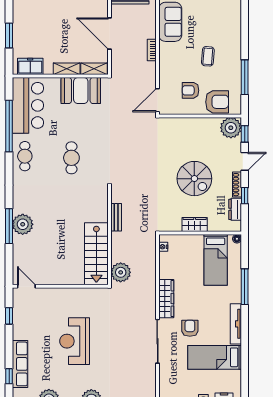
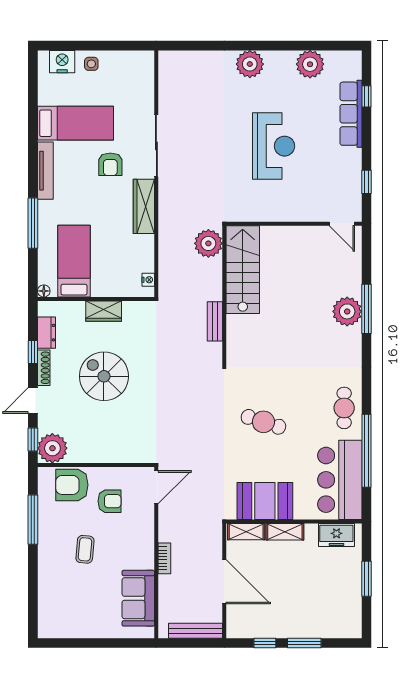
cafe table: (71, 158) -> (263, 422), moved, turned -72

